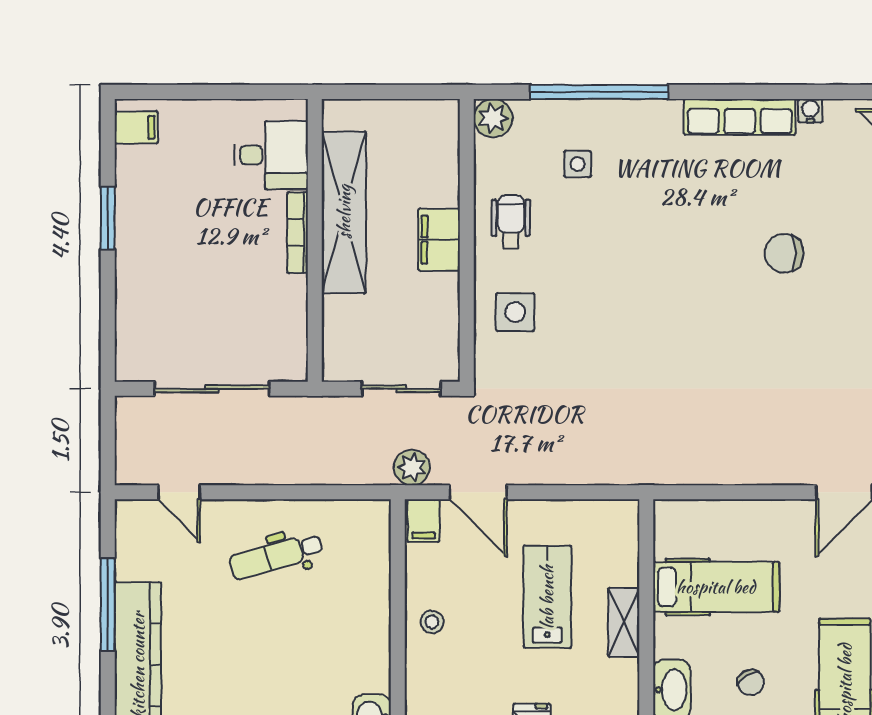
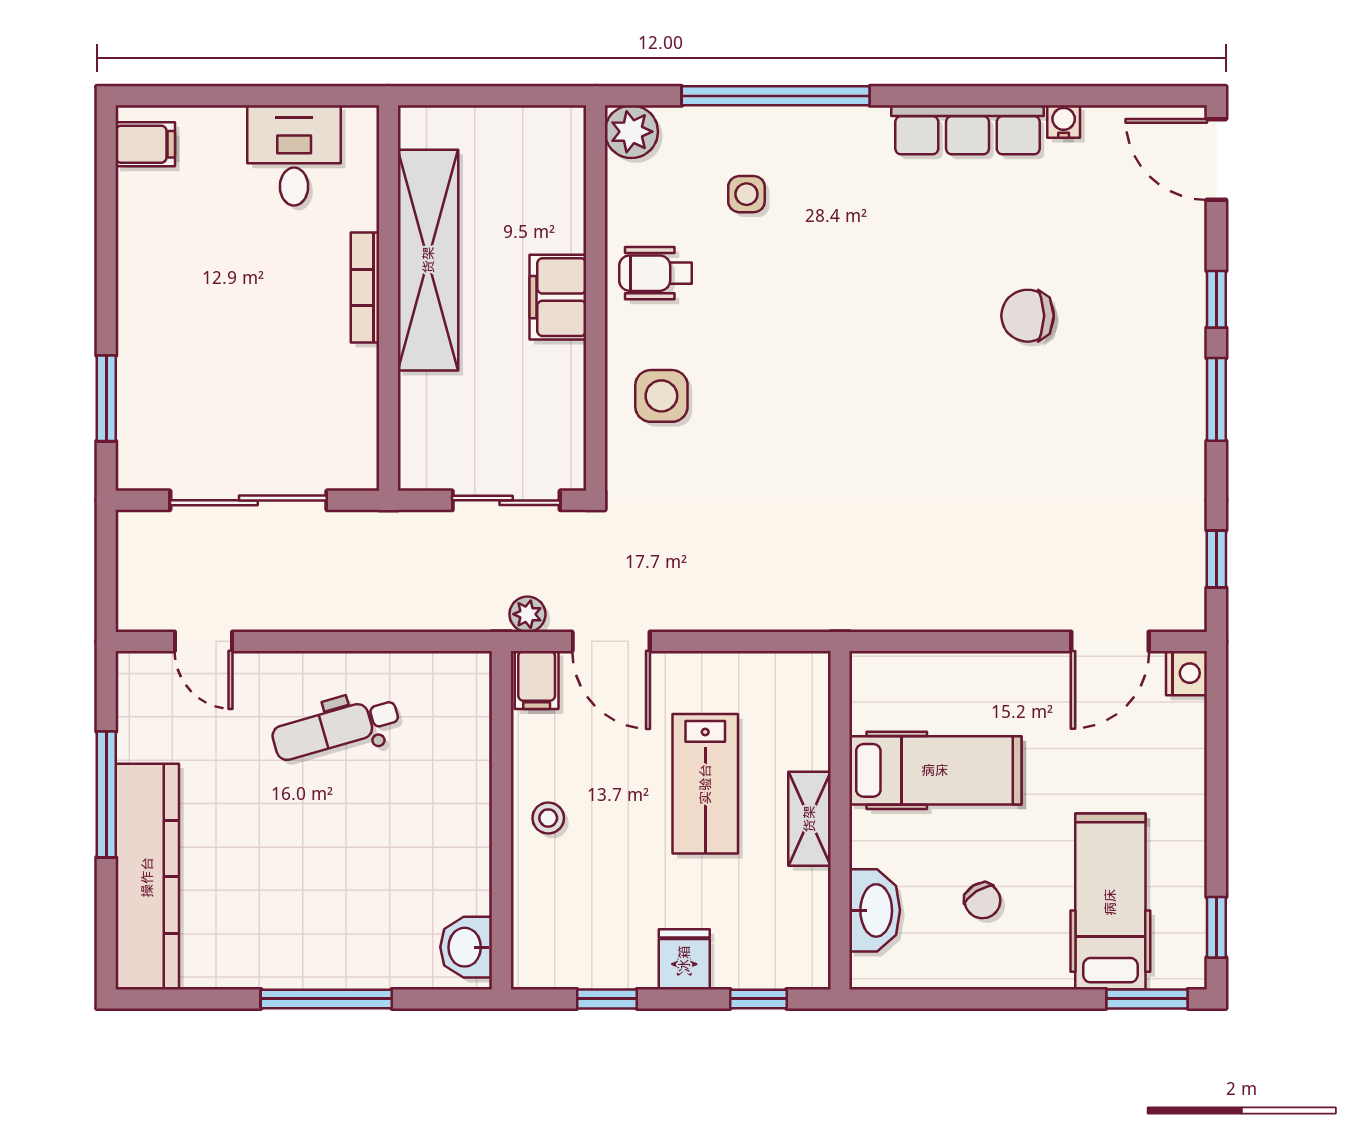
desk: (271, 155) -> (294, 155), moved, turned -90
window: (108, 218) -> (106, 398), moved
wheelchair: (511, 222) -> (656, 273), turned -90
plant: (412, 467) -> (527, 614), width x0.73, depth x0.73
lab bench: (547, 597) -> (705, 784), turned 180

